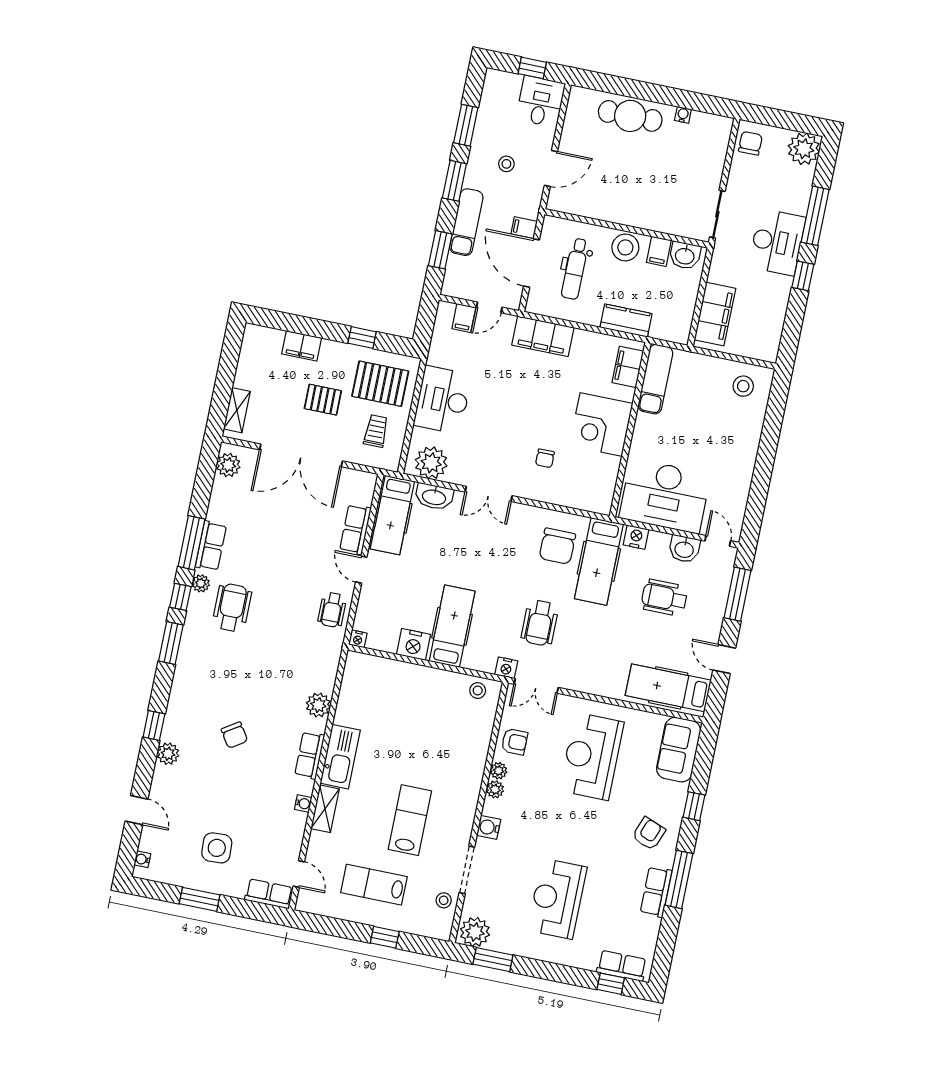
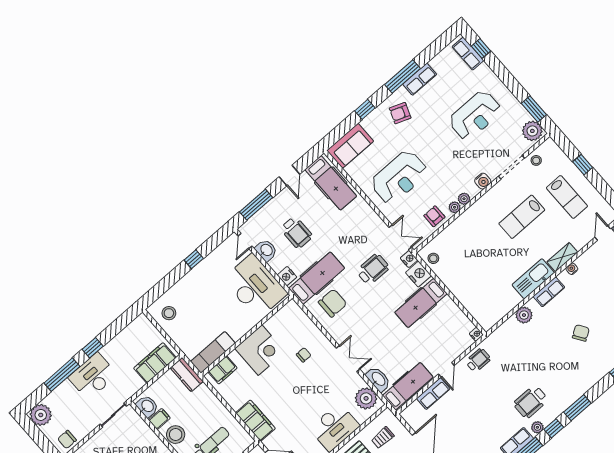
kitchen counter: (626, 321) -> (187, 375), moved
window: (762, 473) -> (194, 259), added
nightstand: (413, 644) -> (418, 274), moved

